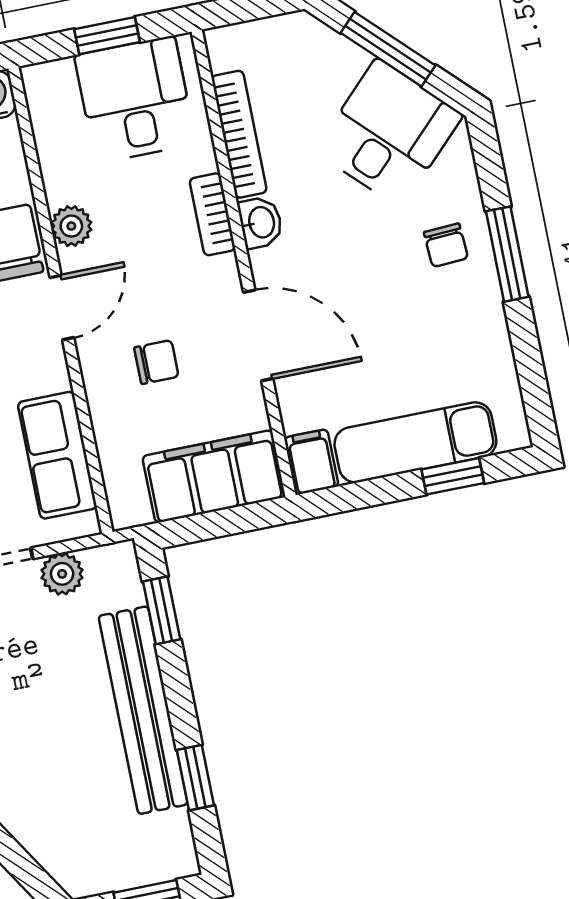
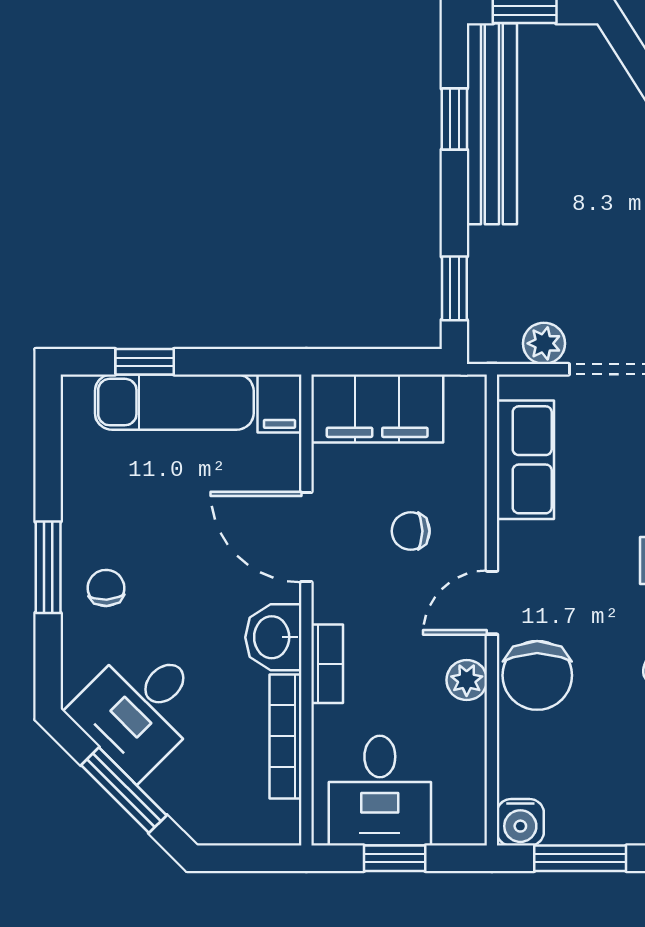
washbasin: (260, 222) -> (273, 637), width x1.38, depth x1.45
bench: (143, 710) -> (492, 124), moved

